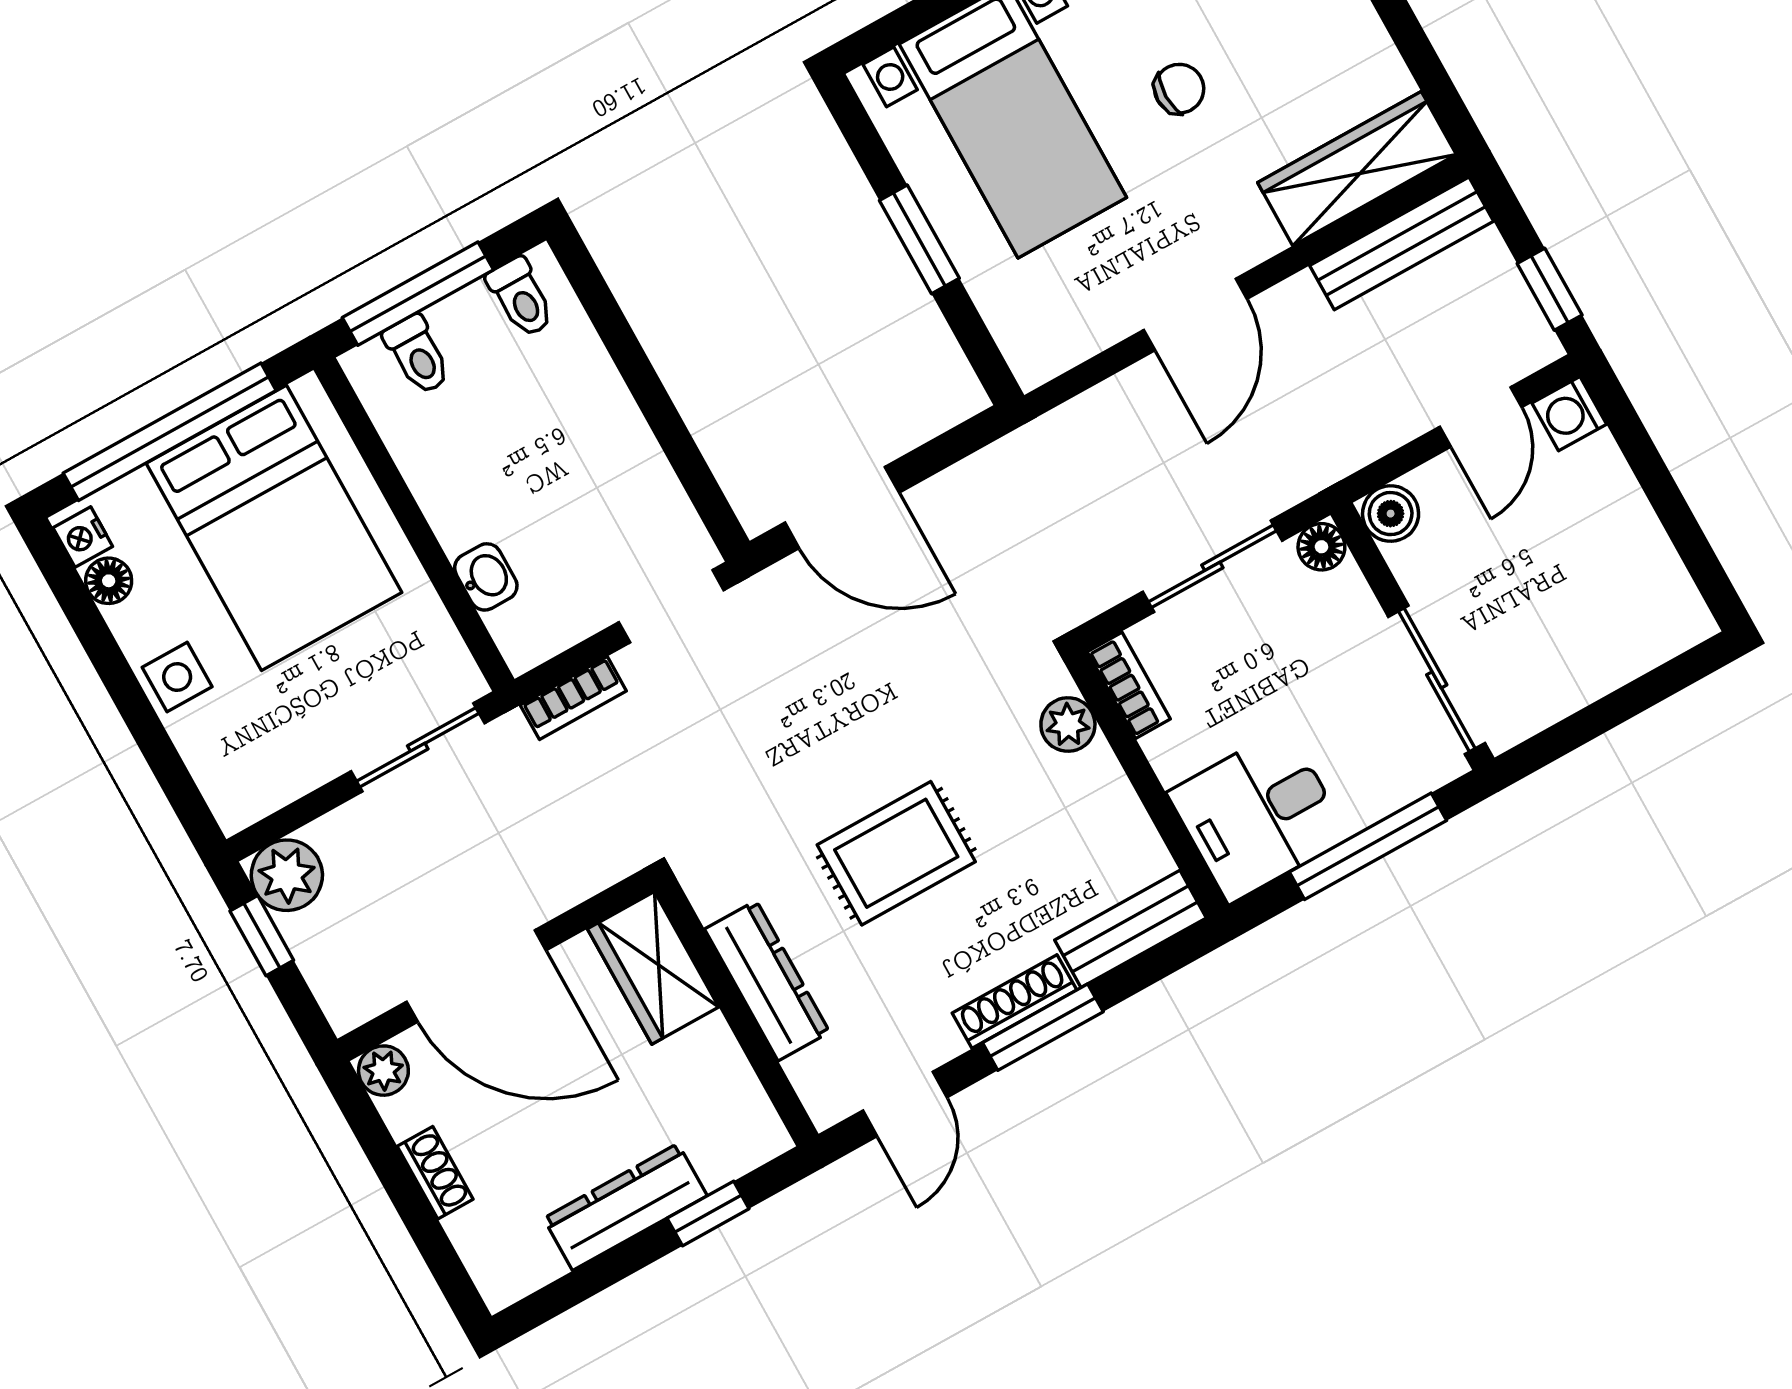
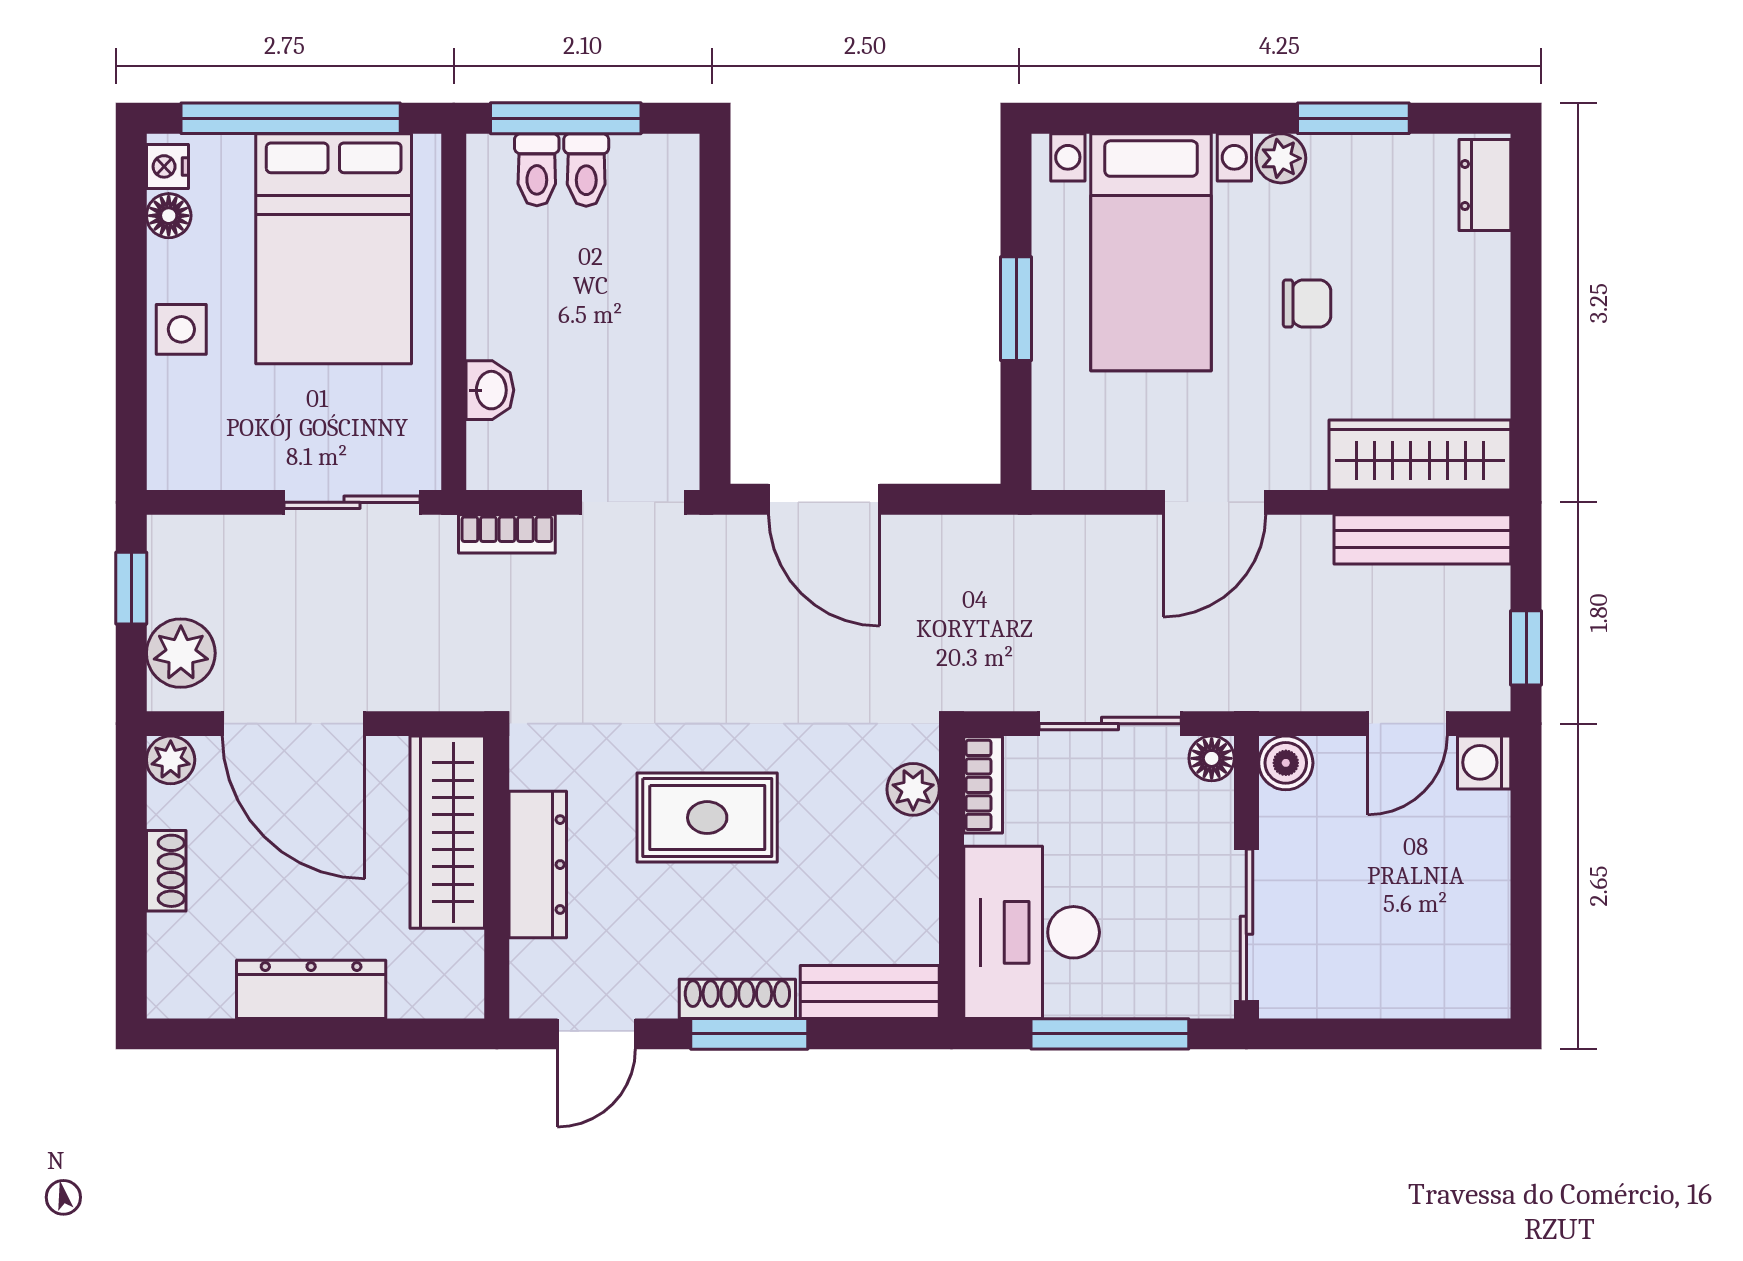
toilet: (521, 297) -> (586, 170), moved
desk: (1258, 815) -> (1032, 932), width x1.37
plant: (287, 875) -> (181, 653), moved
wardrobe: (653, 968) -> (447, 832), width x1.50
window: (708, 1214) -> (378, 1034), removed

